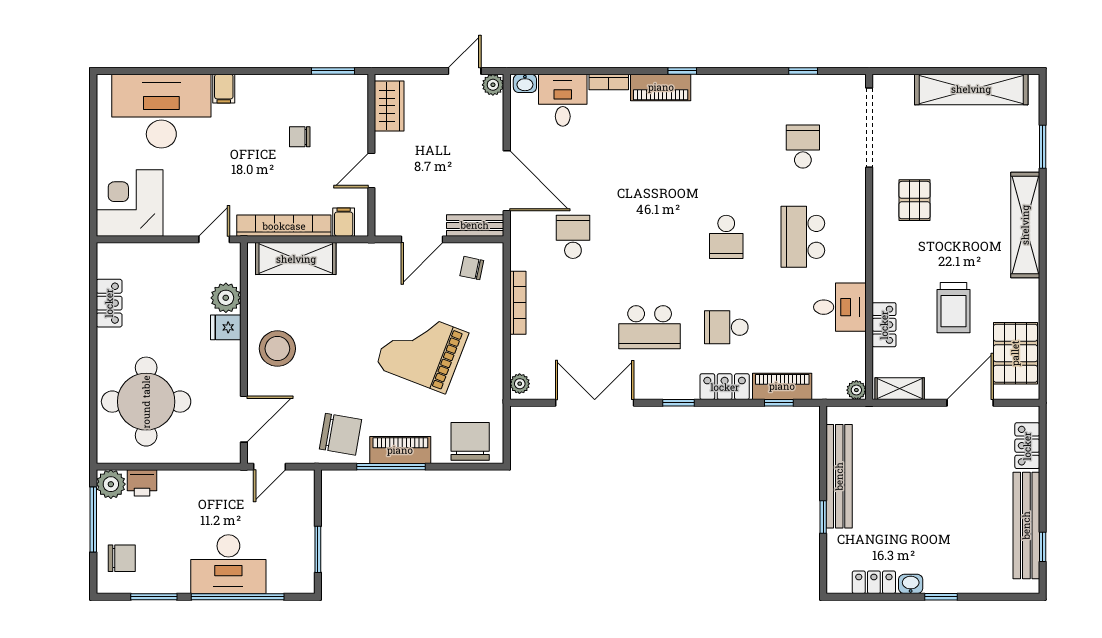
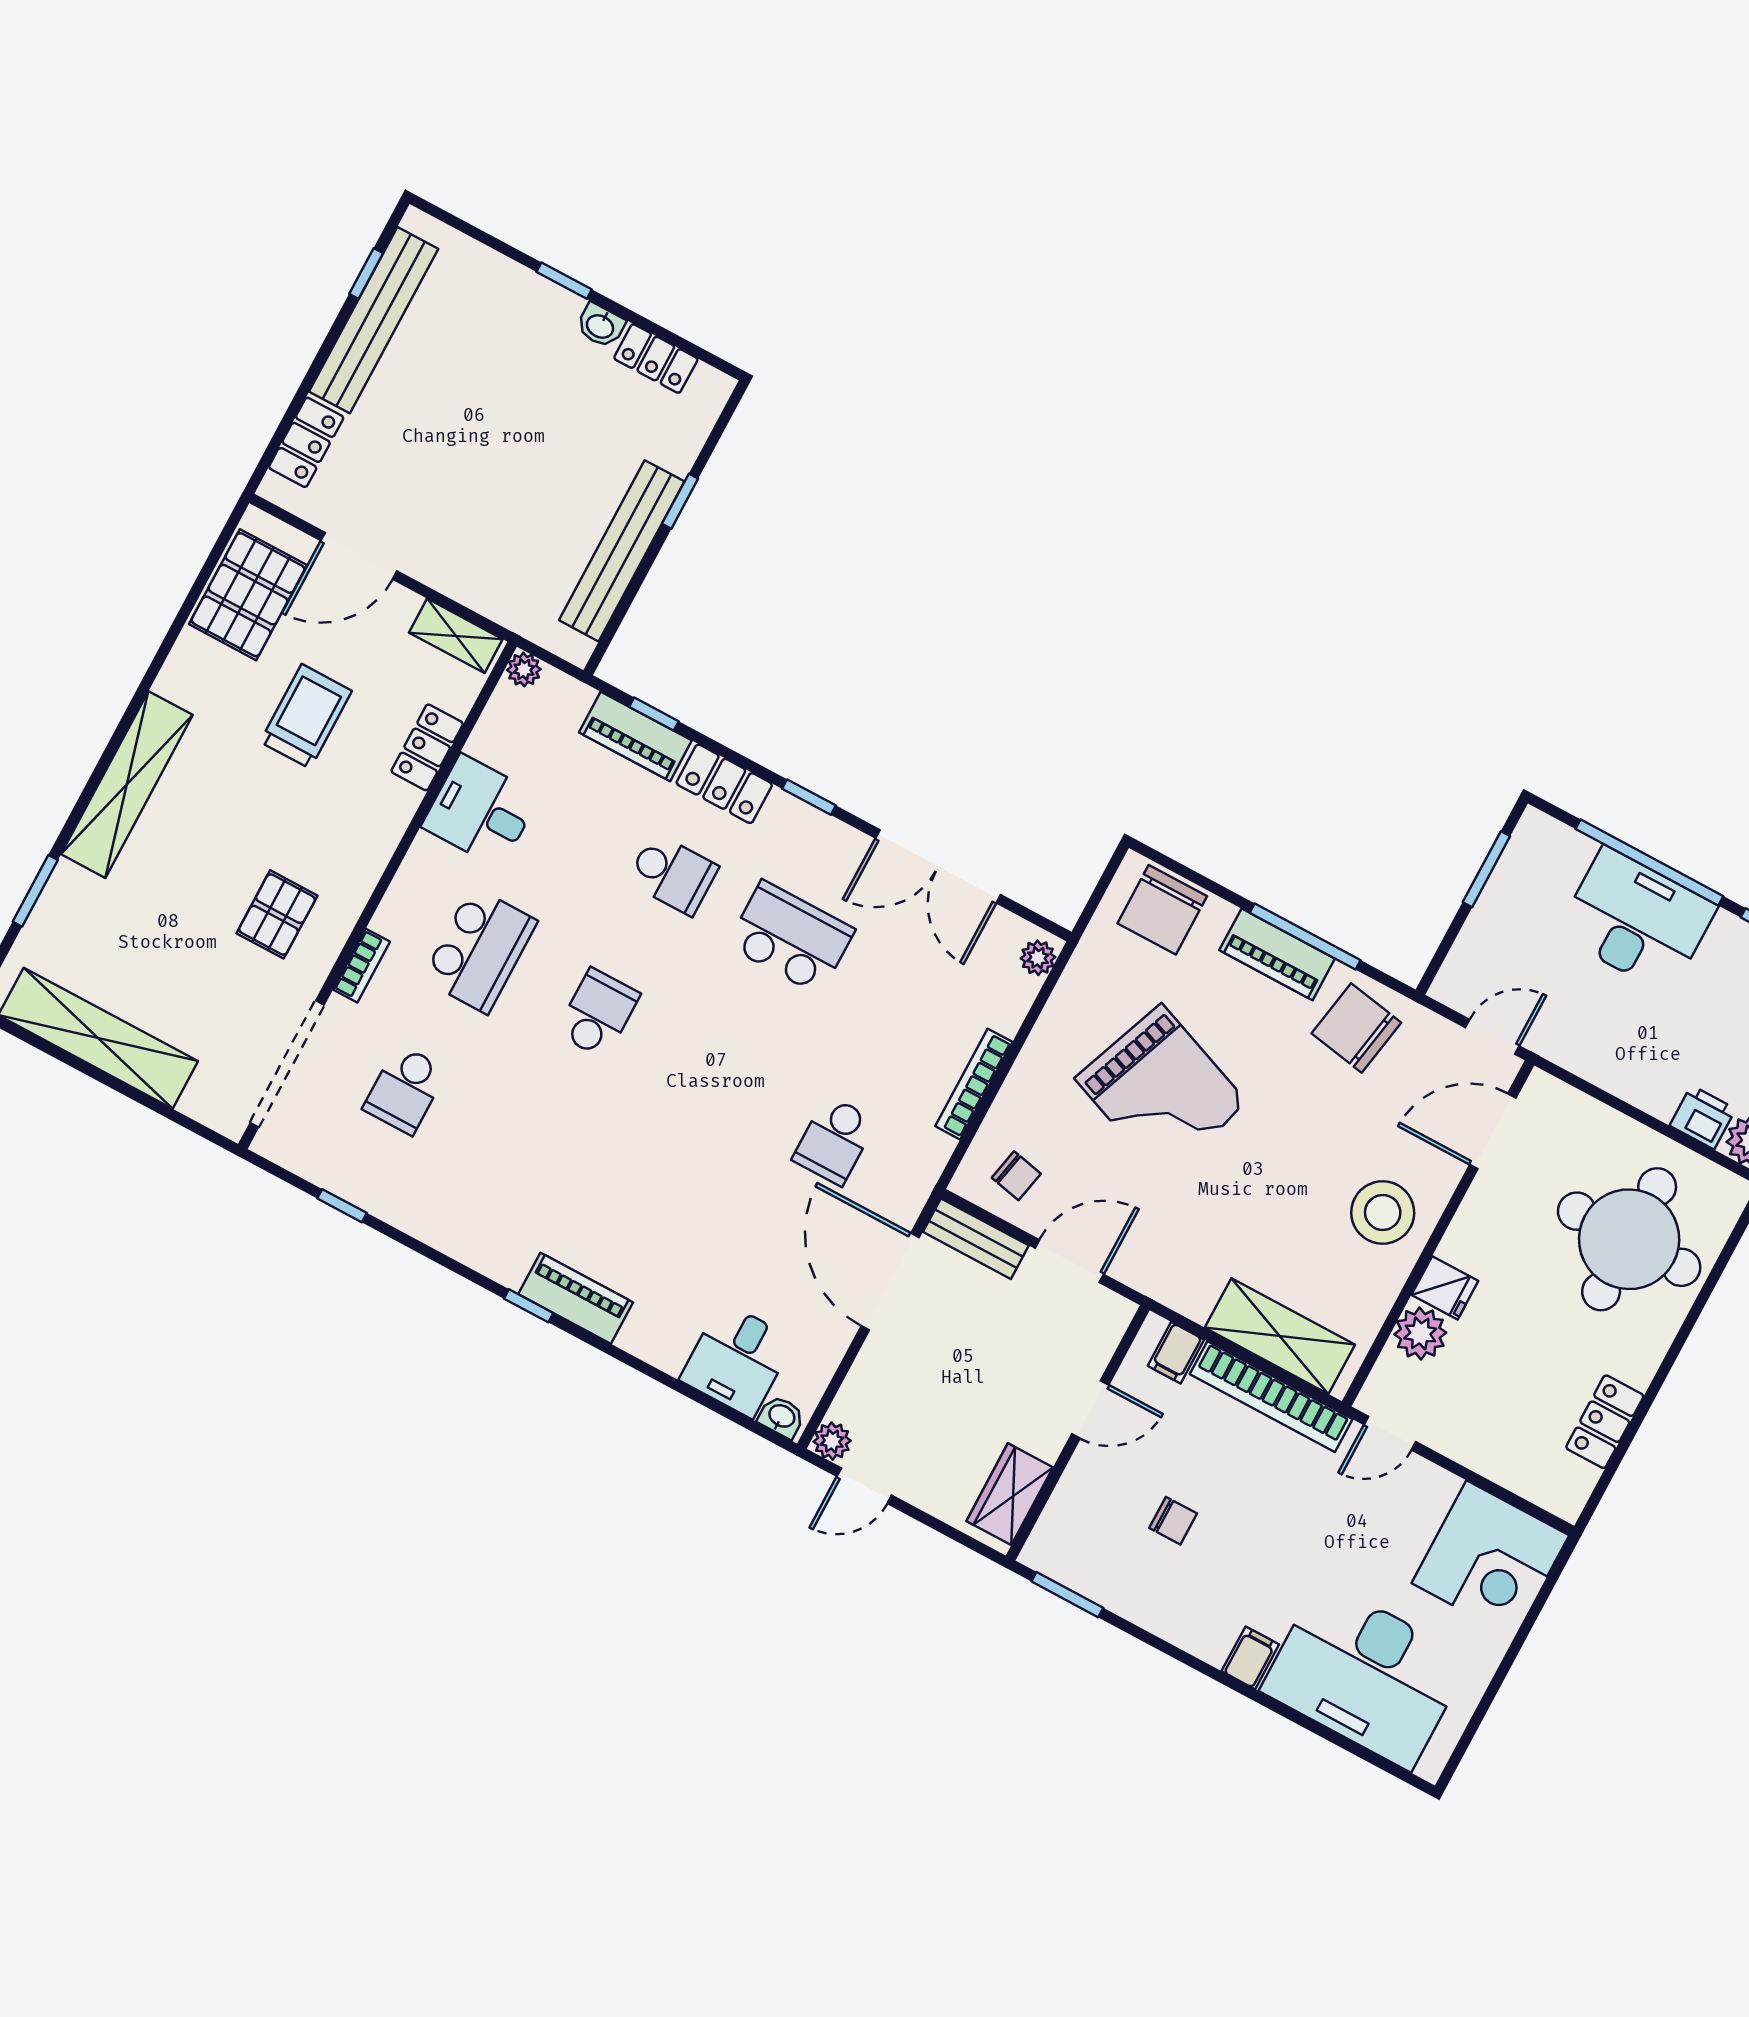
bookcase: (609, 82) -> (362, 966), moved, turned 90

